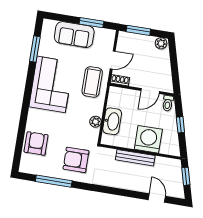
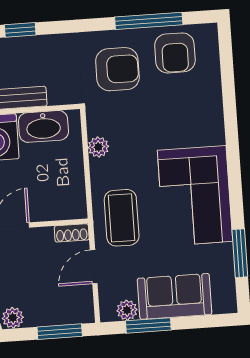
plant: (101, 33) -> (127, 310), added
washbasin: (112, 121) -> (43, 126), moved, turned -90
armchair: (36, 143) -> (175, 53), moved
window: (122, 192) -> (20, 30), added

